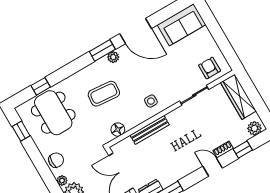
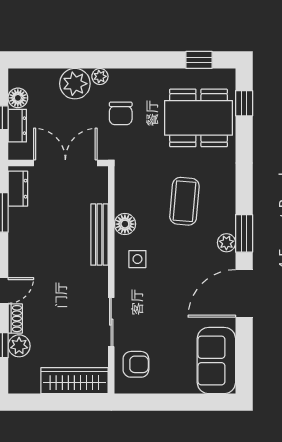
window: (41, 86) -> (244, 103), moved
plant: (254, 128) -> (19, 346), moved
floor lamp: (118, 130) -> (125, 224), moved
chair: (56, 160) -> (121, 113), moved

